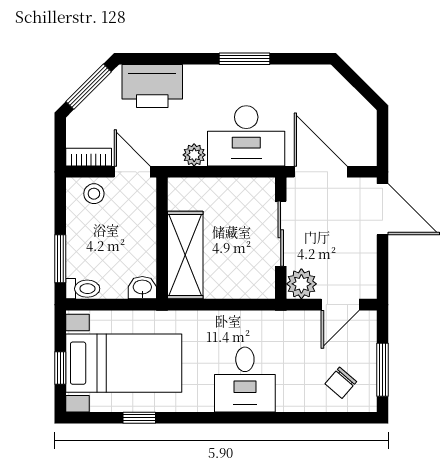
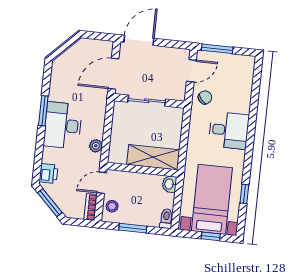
printer: (152, 86) -> (48, 173), width x0.53, depth x0.68
desk: (246, 136) -> (63, 125), moved, turned 180
window: (60, 259) -> (133, 228), moved
plant: (301, 284) -> (177, 92), removed
door: (340, 305) -> (191, 71), hinge flipped
window: (382, 370) -> (217, 49), moved
chair: (341, 383) -> (205, 97), moved, turned -82

